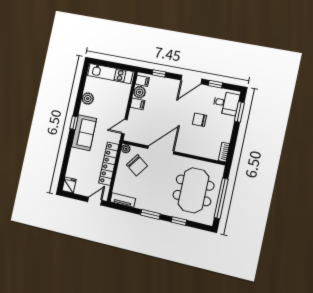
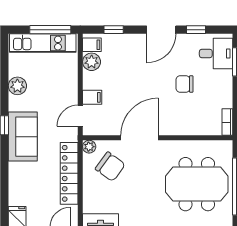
window: (117, 66) -> (50, 30), added
filing cabinet: (138, 104) -> (92, 97), moved
meeting table: (193, 190) -> (197, 184), turned 90

